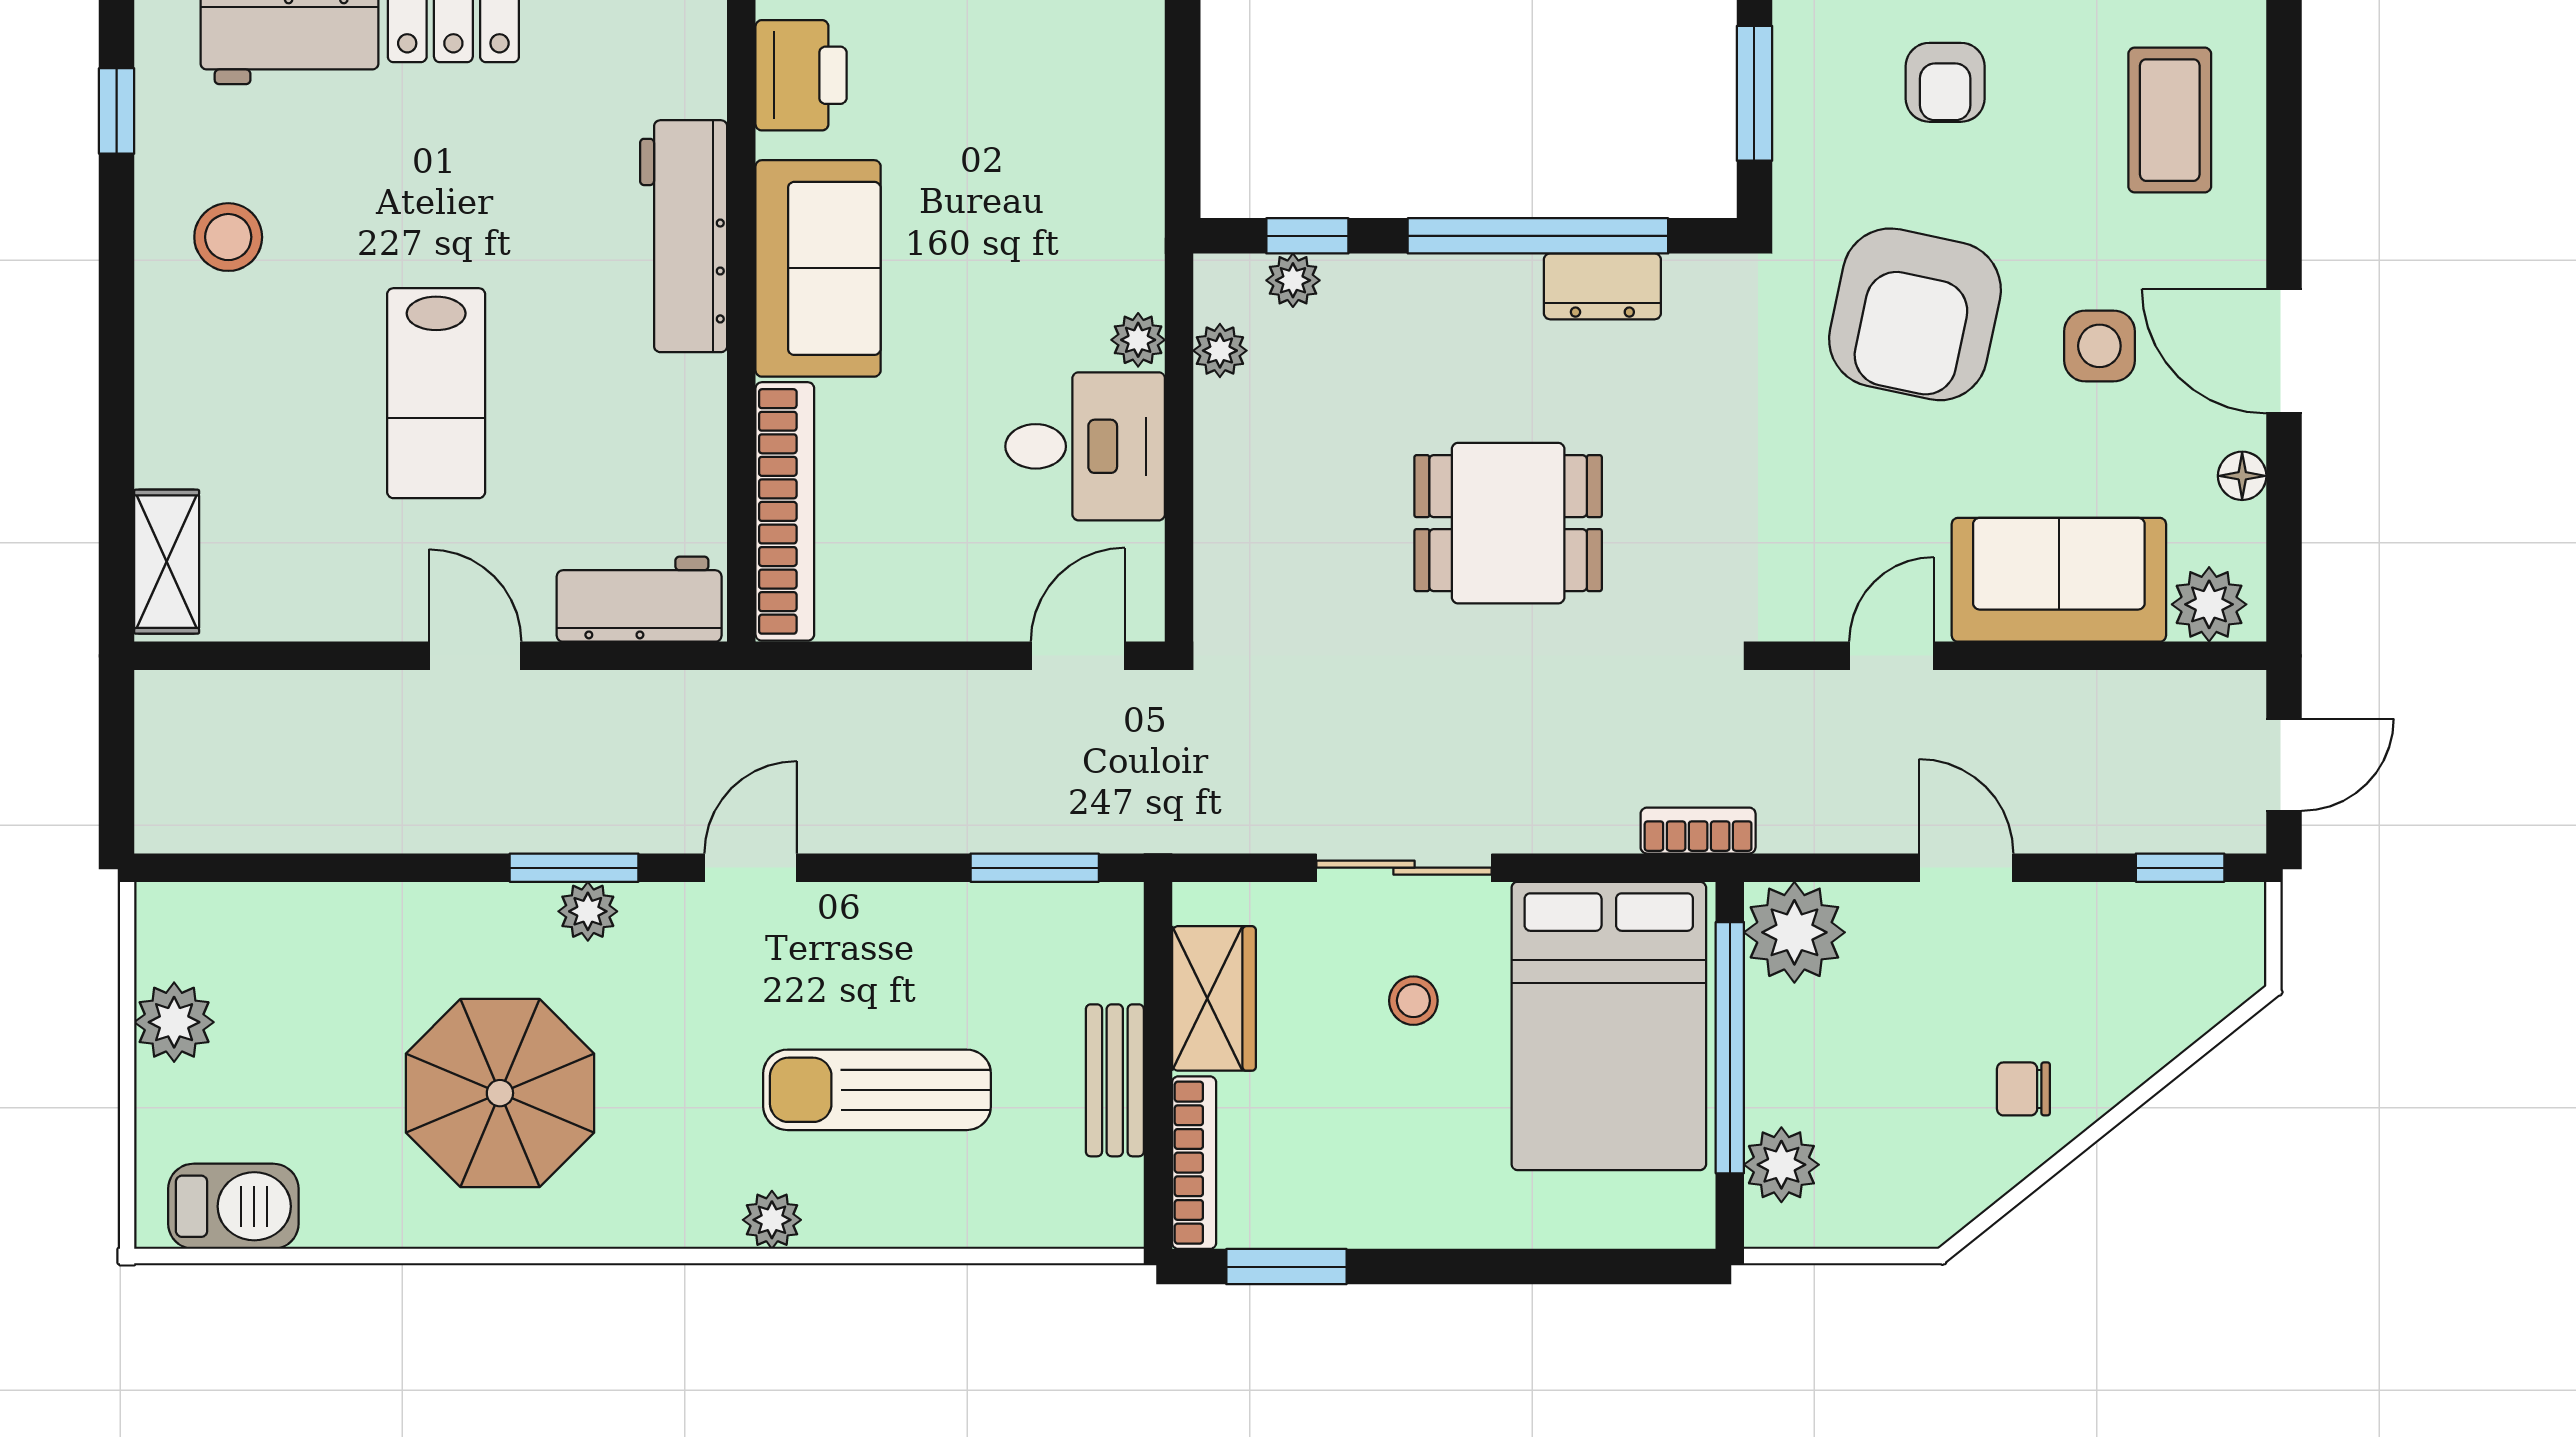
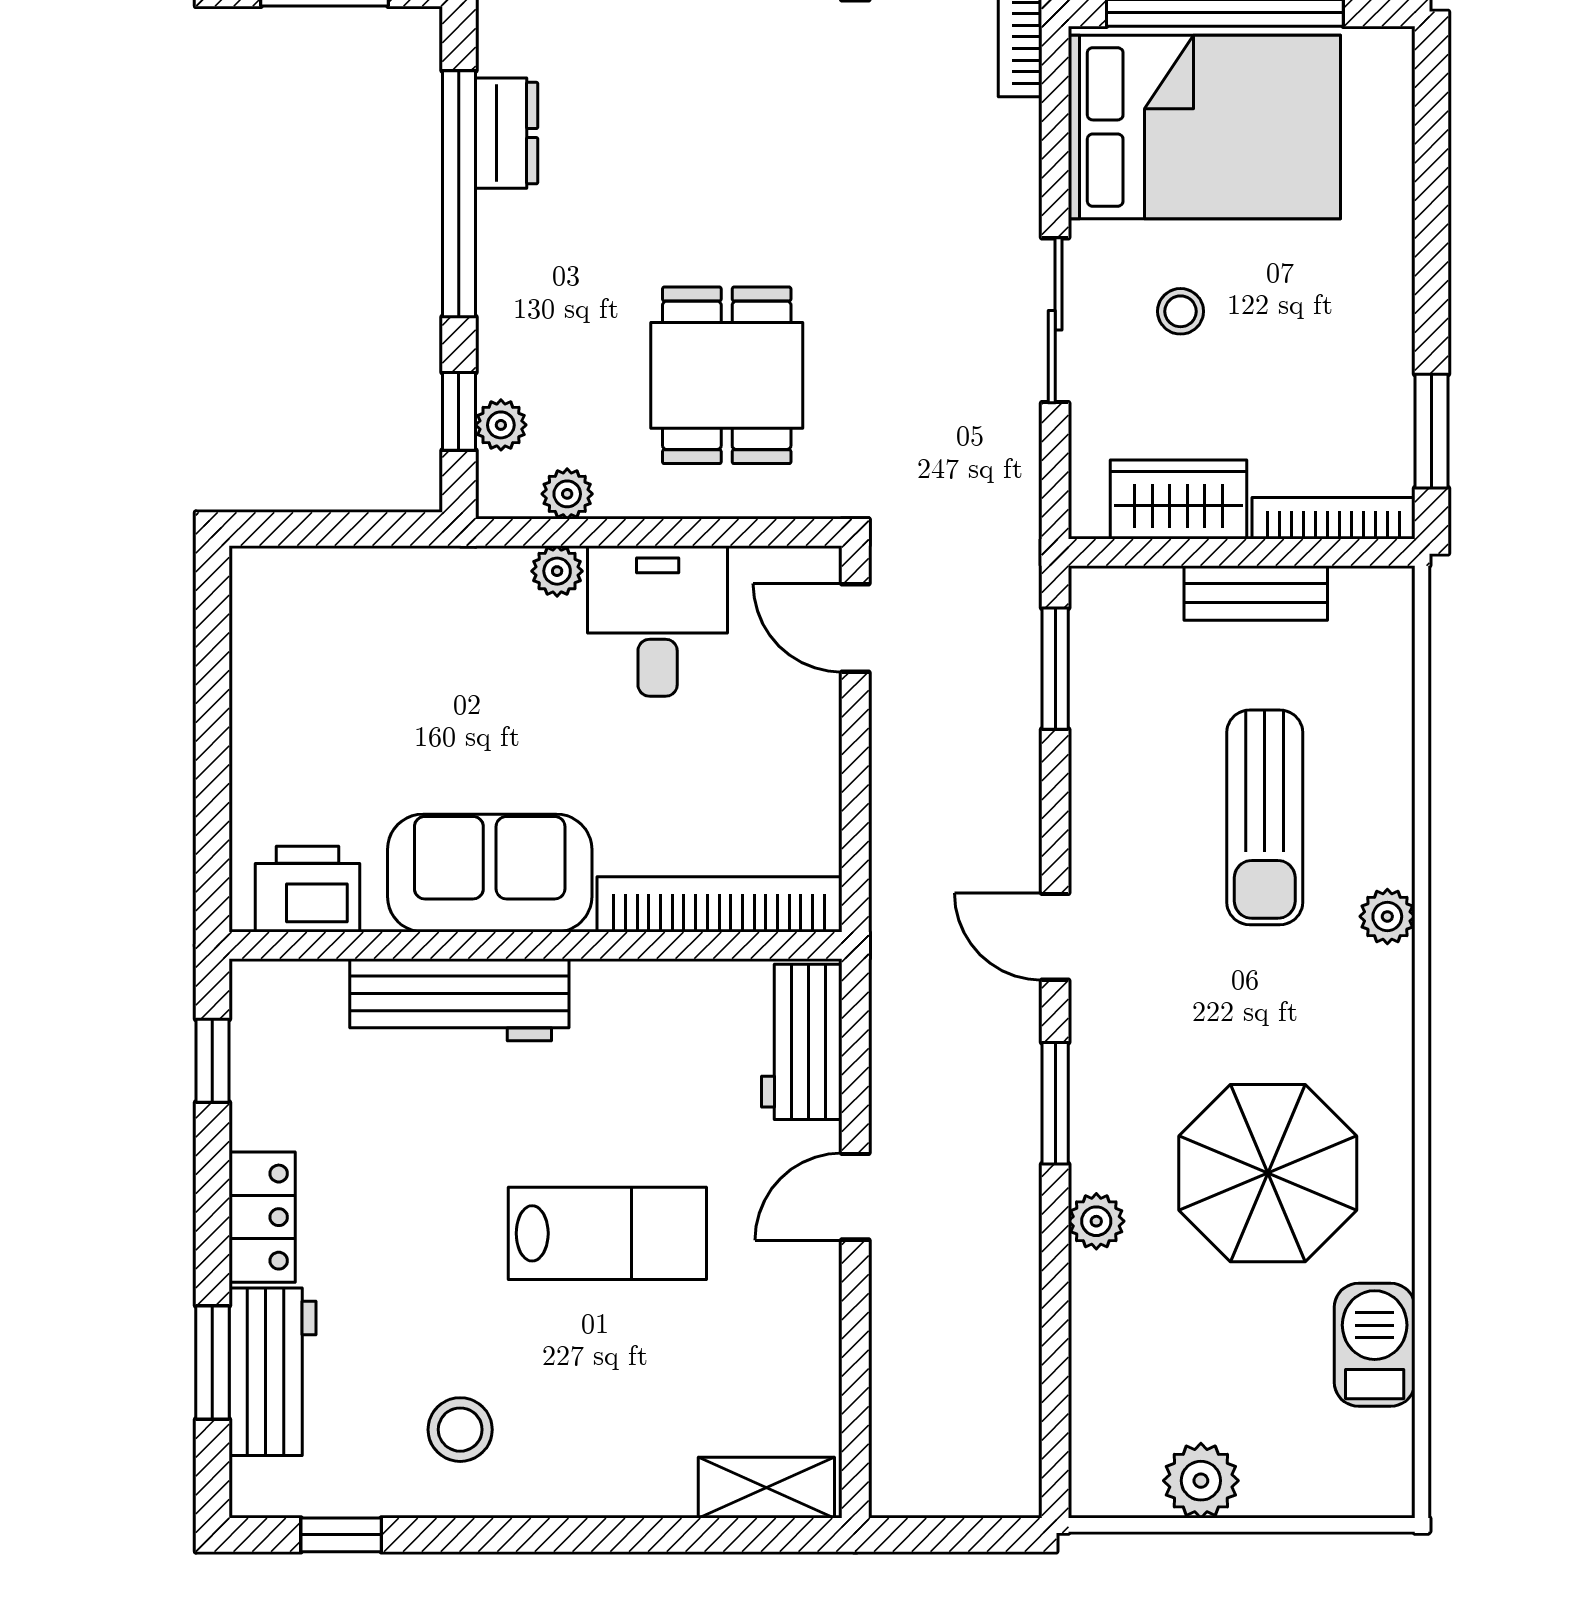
dining table: (1508, 523) -> (727, 375), moved
plant: (588, 911) -> (1096, 1221), moved
barbecue: (233, 1206) -> (1375, 1345), moved

